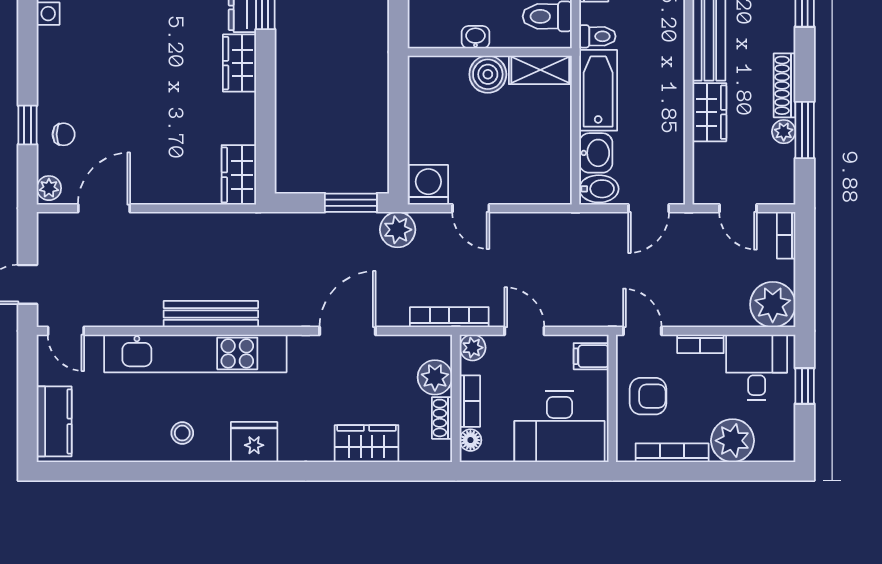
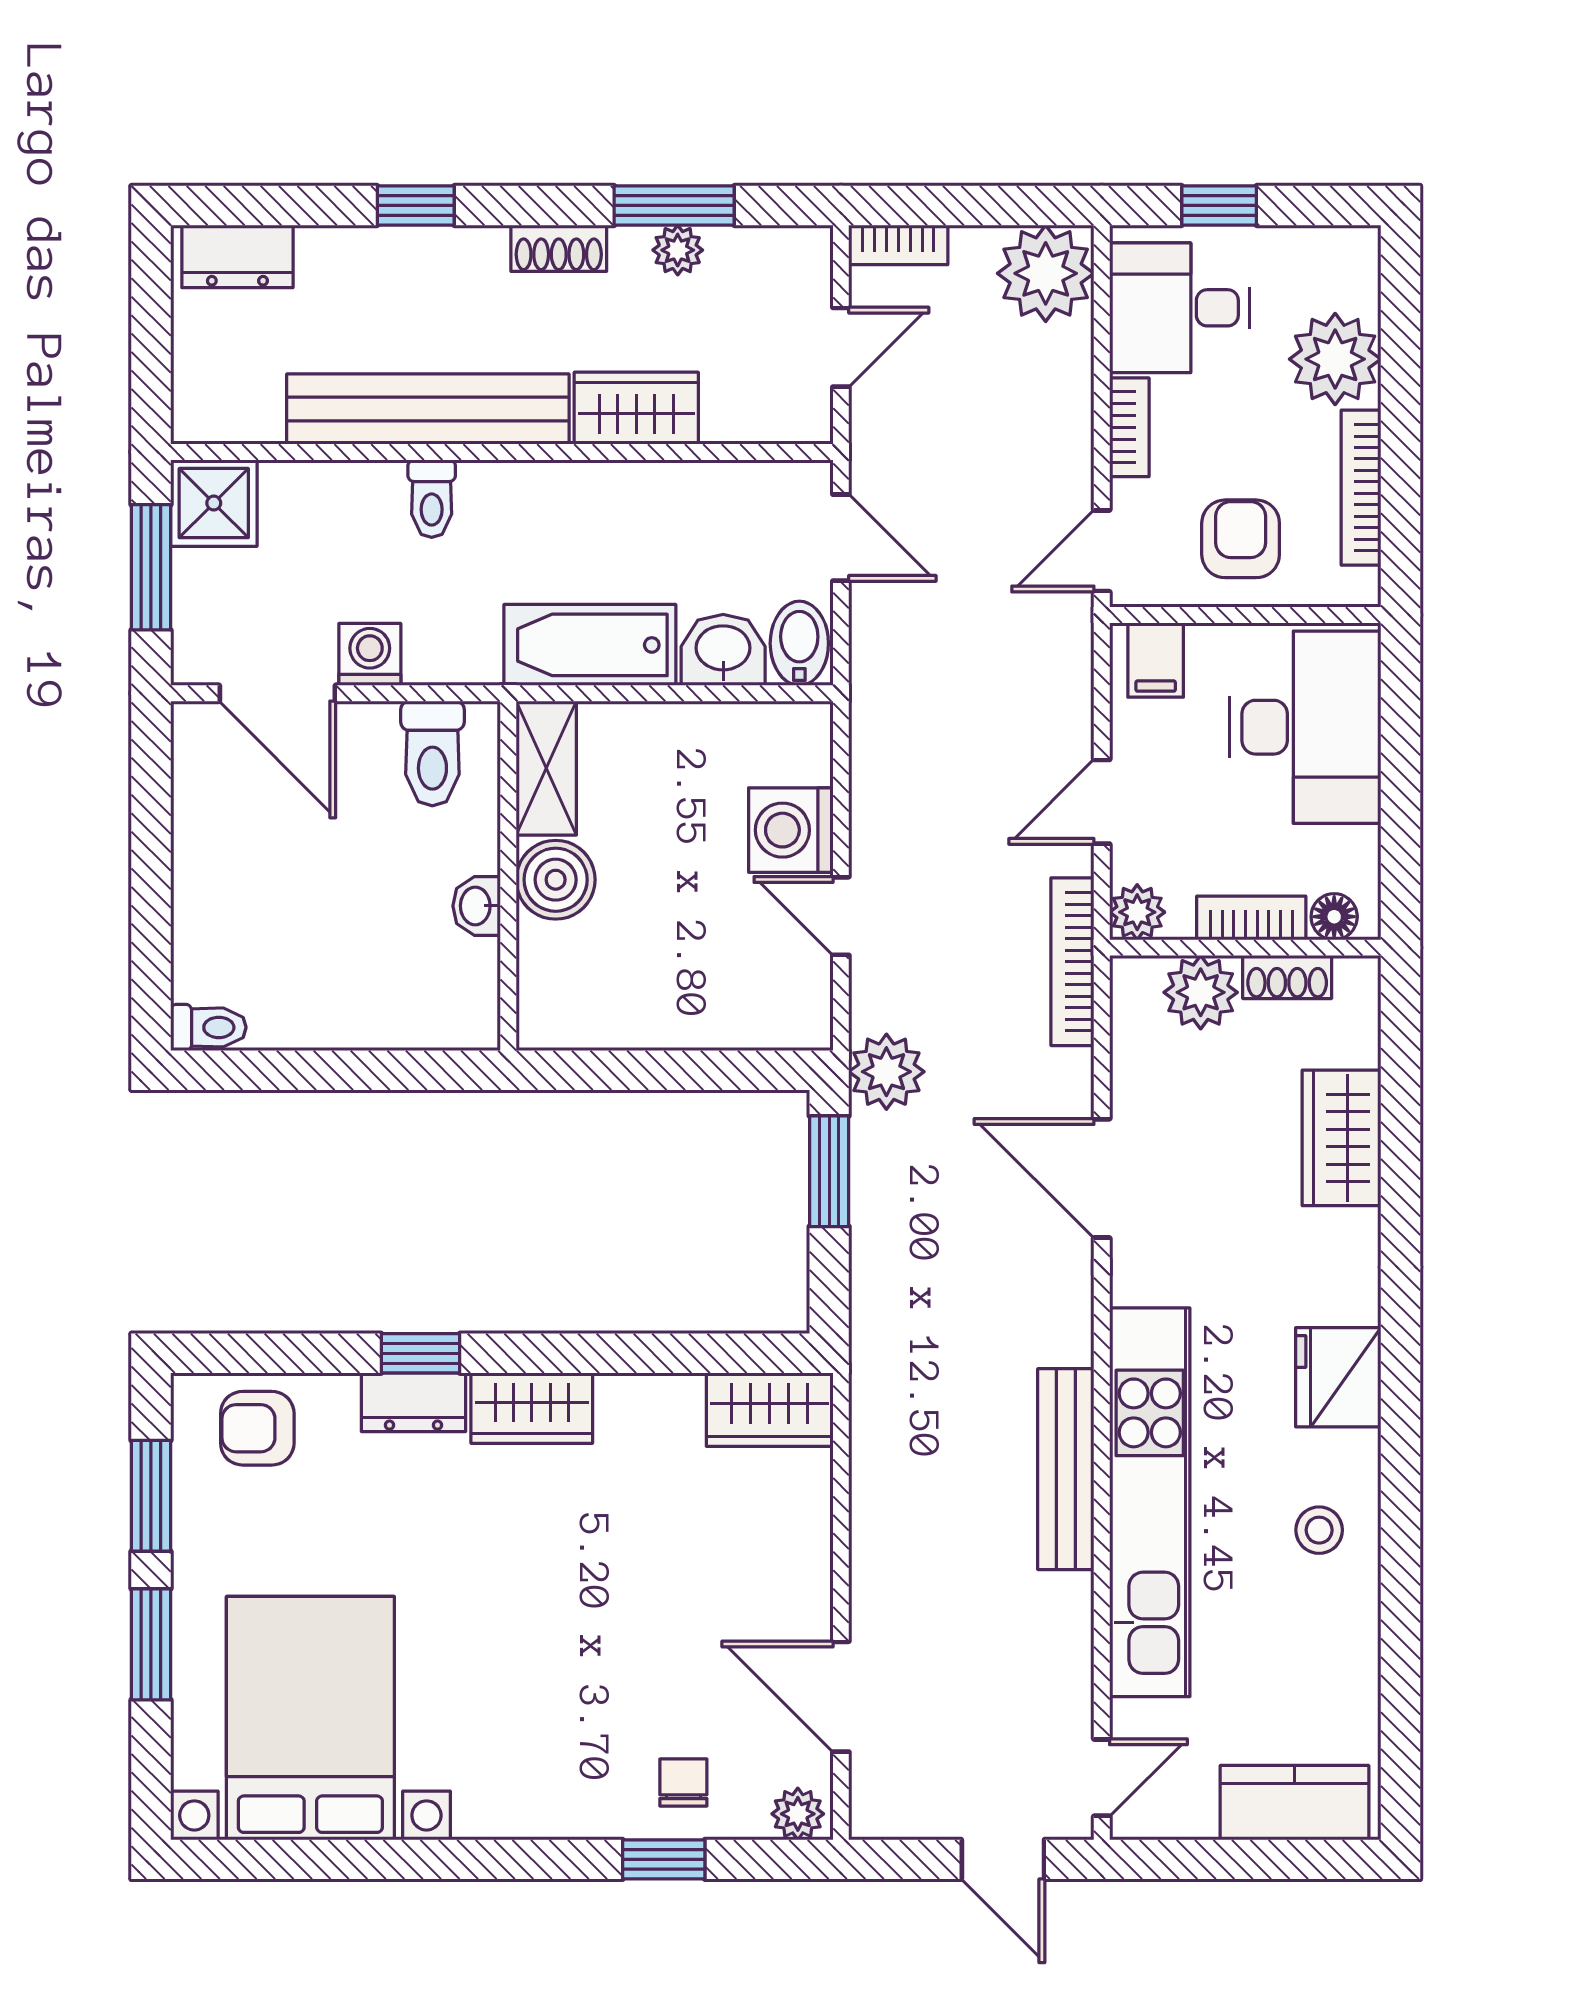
toilet: (597, 36) -> (432, 499), moved, turned 180
shoe rack: (785, 85) -> (559, 248), width x0.70
washing machine: (428, 185) -> (791, 830), moved
door: (471, 208) -> (841, 916), swing flipped

